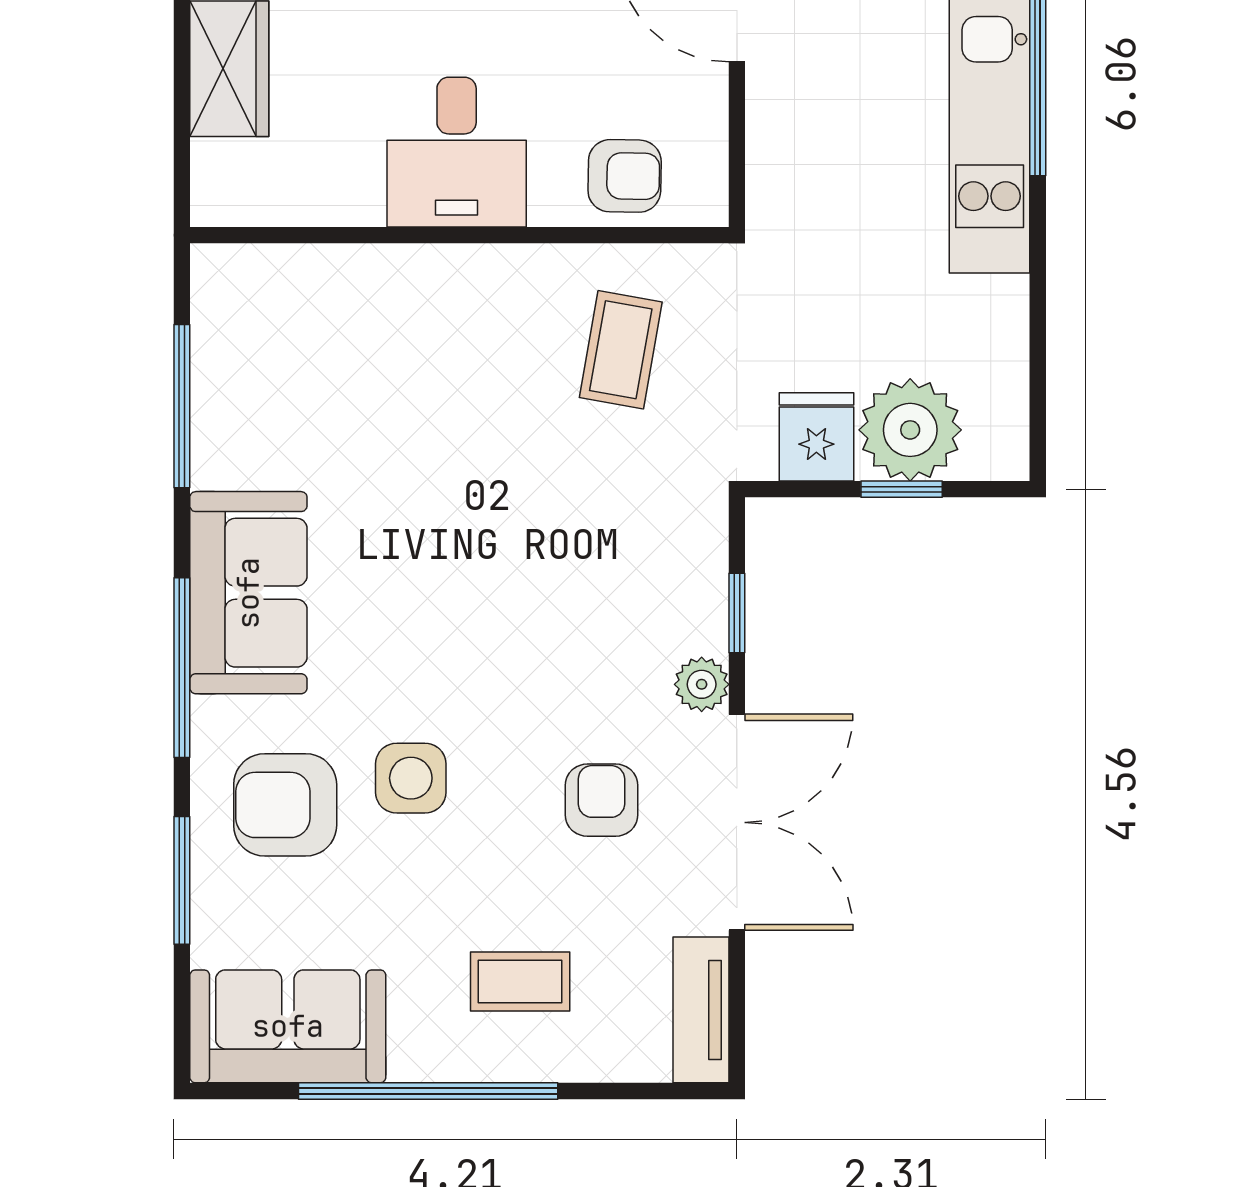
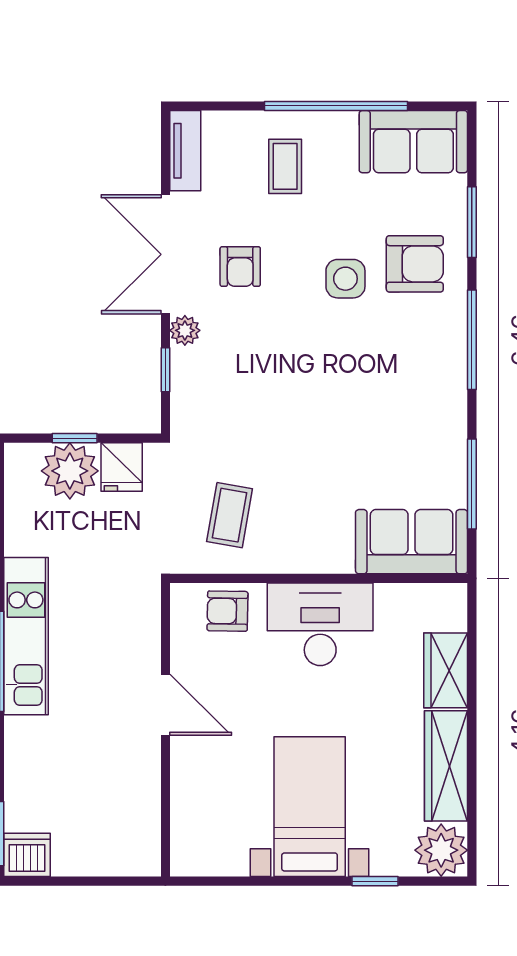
desk: (457, 152) -> (320, 624), width x1.37
sofa: (248, 593) -> (412, 542), moved, turned 90
coffee table: (520, 981) -> (285, 166), turned 90

